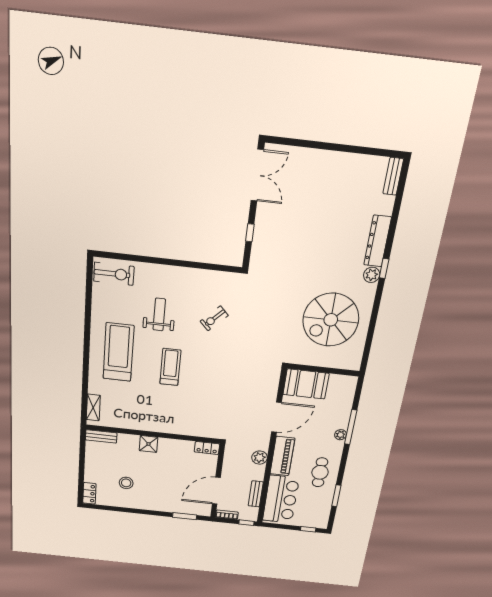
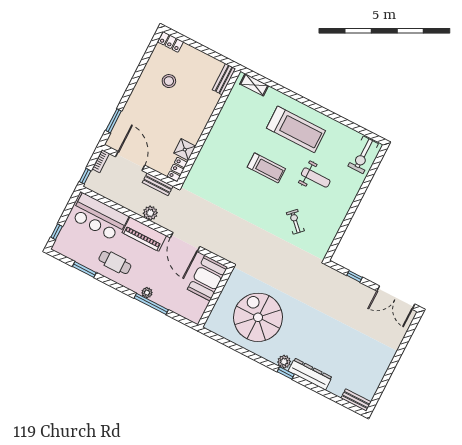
shower: (149, 444) -> (185, 150), moved
bench: (256, 494) -> (158, 184), moved

